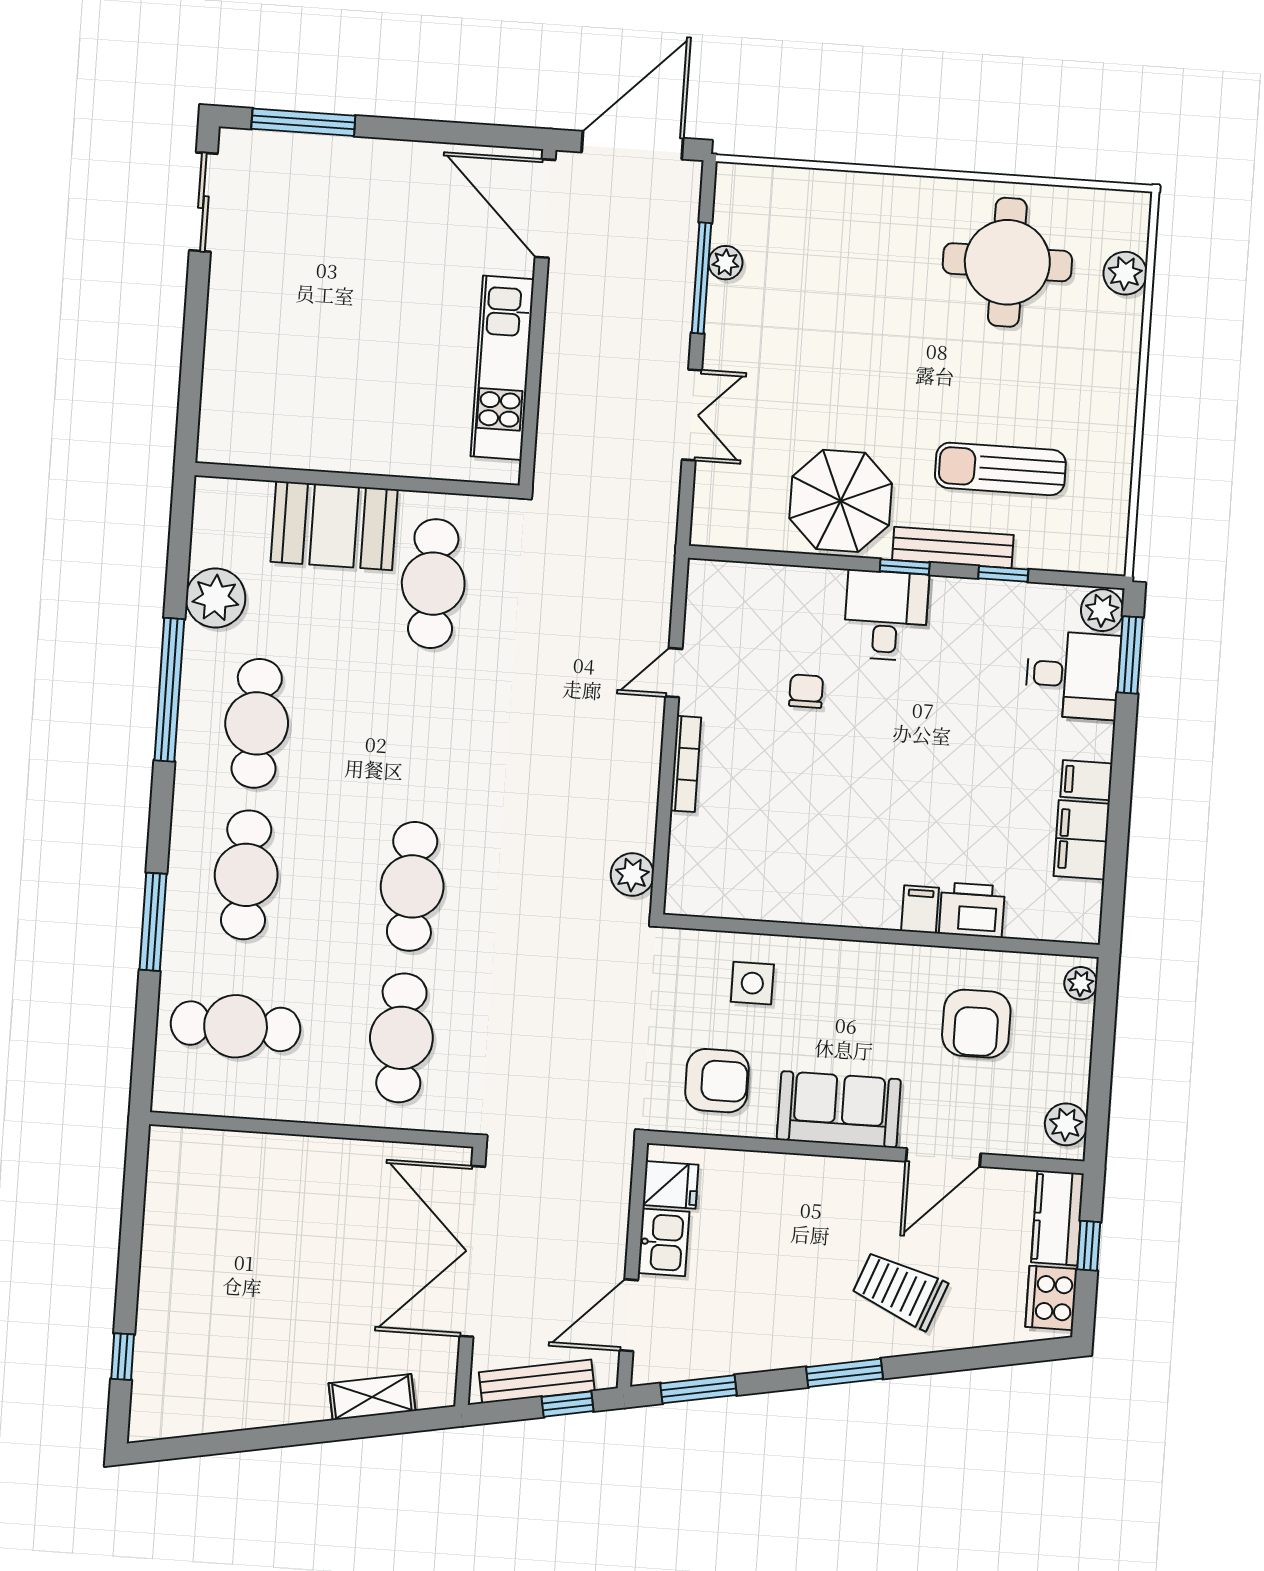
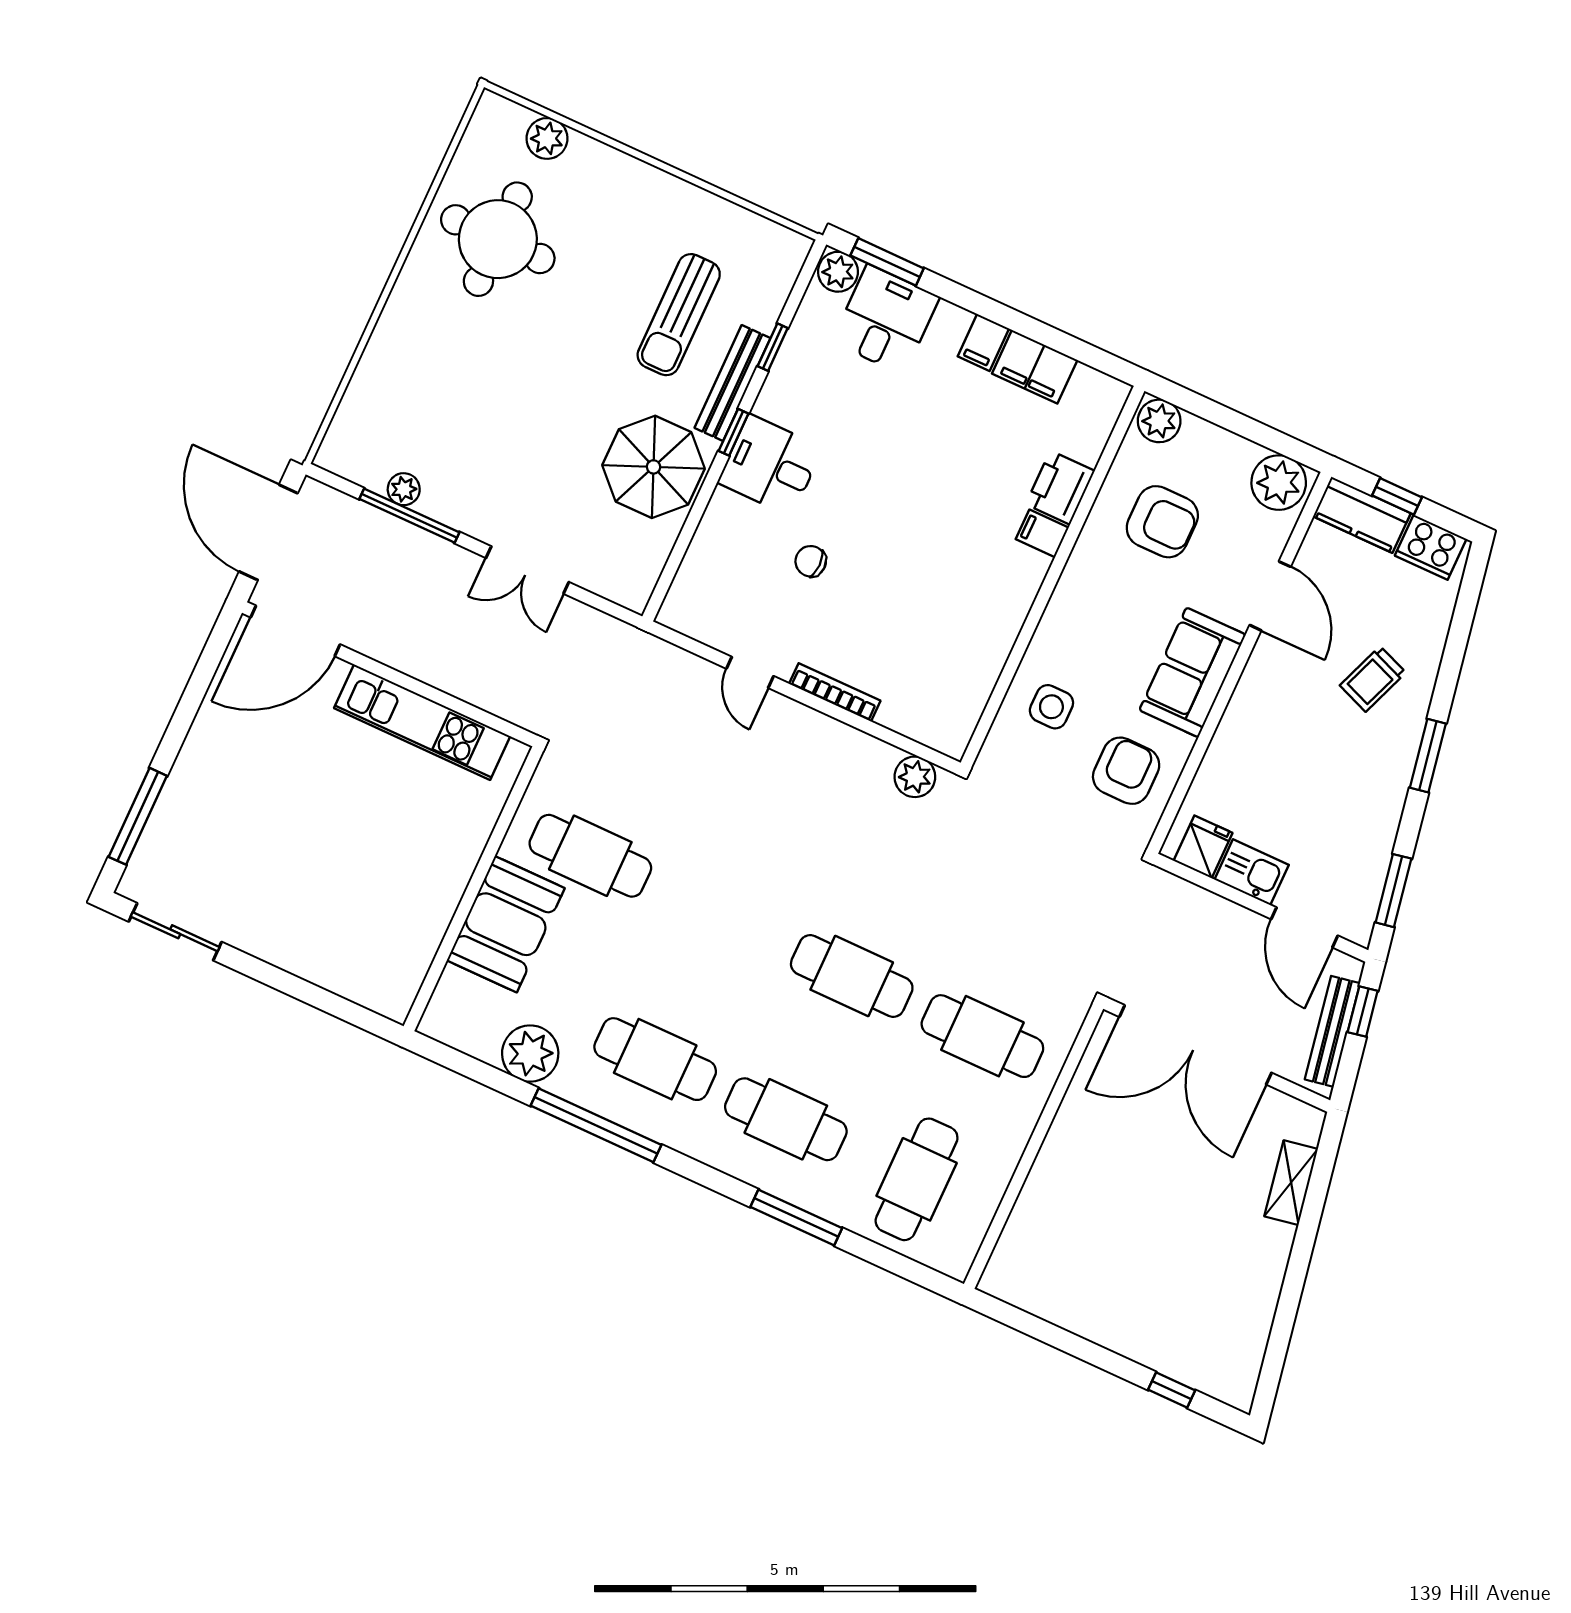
double door: (692, 415) -> (527, 570), swing flipped
plant: (1081, 983) -> (1159, 421), width x1.38, depth x1.38
plant: (1066, 1124) -> (1279, 483), width x1.36, depth x1.36
trolley: (900, 1290) -> (1373, 679), width x0.73, depth x0.72

